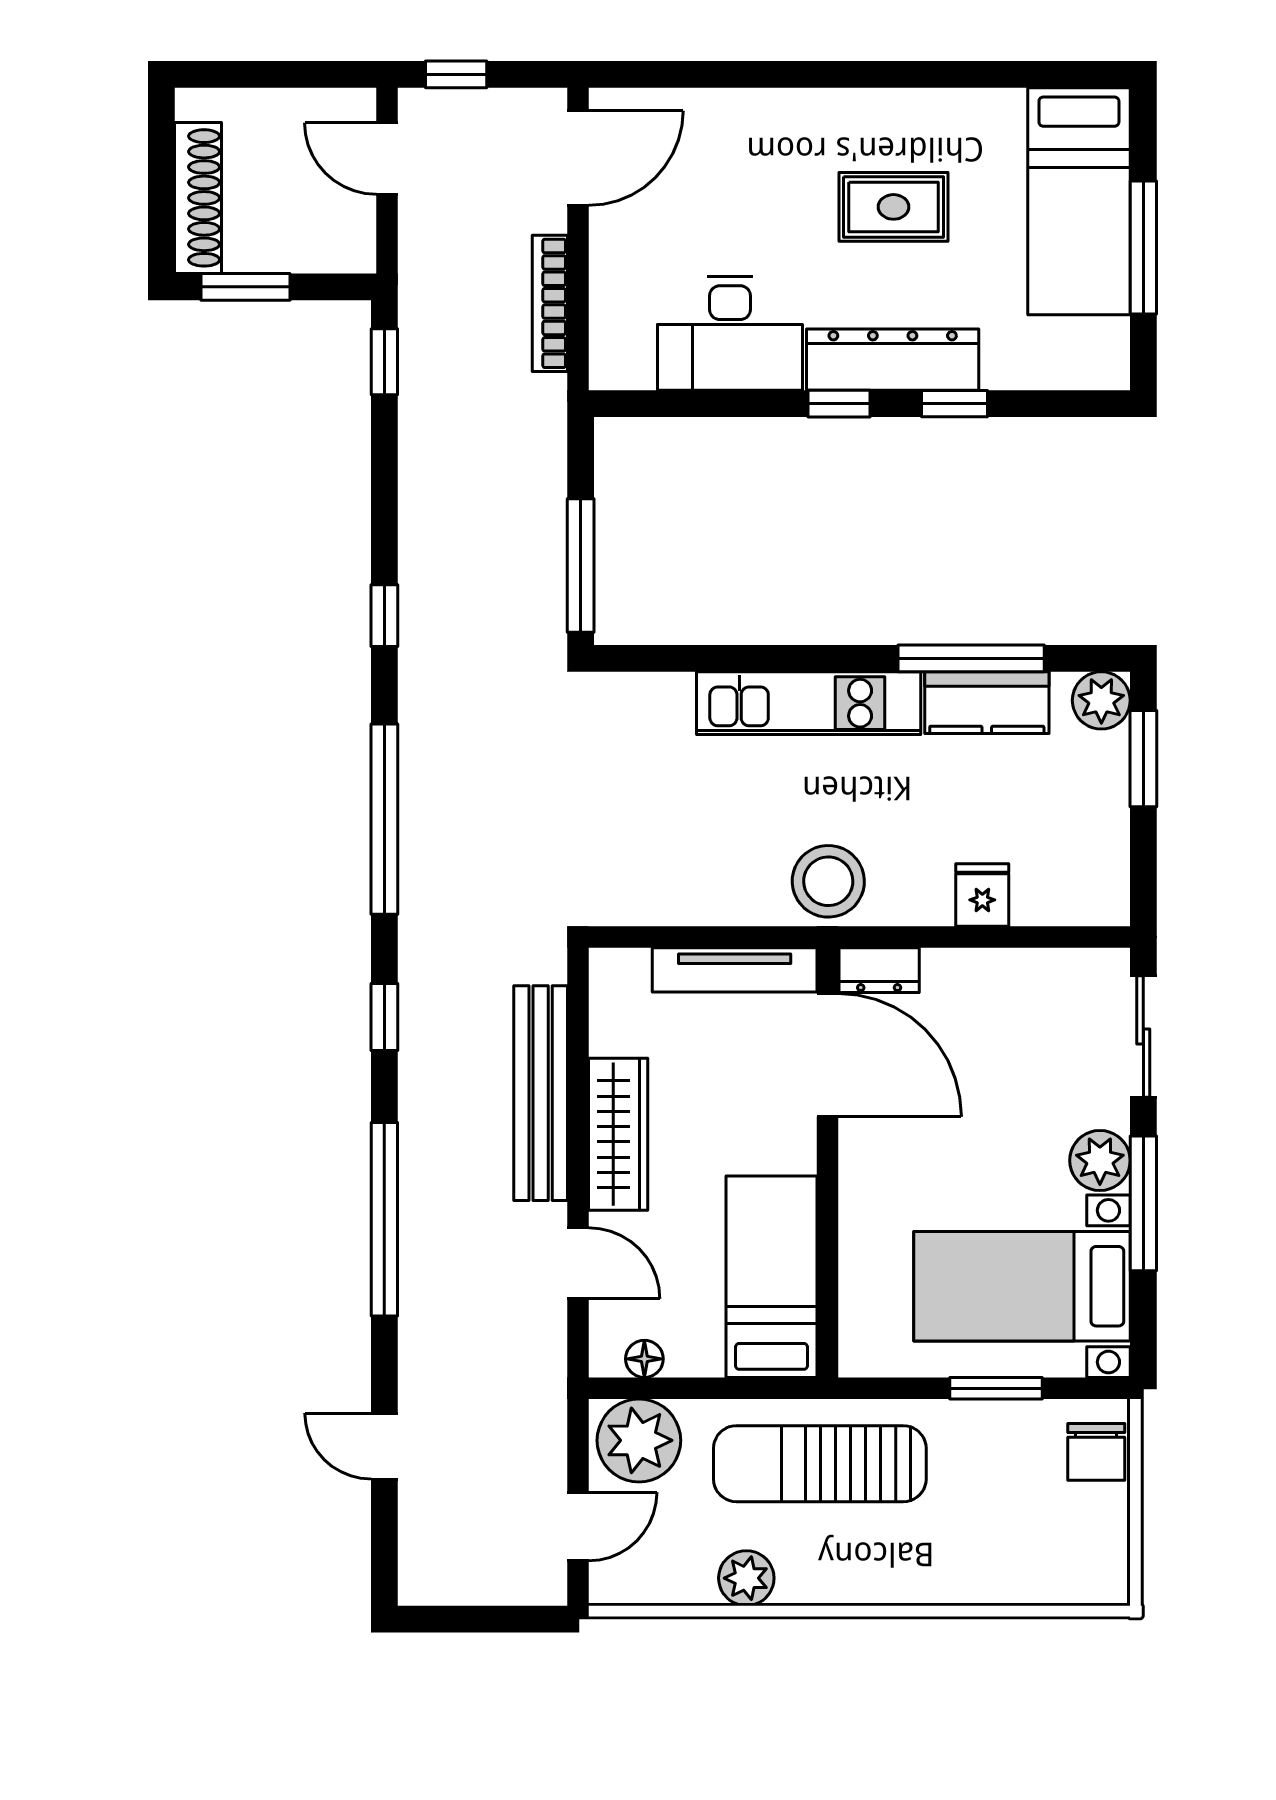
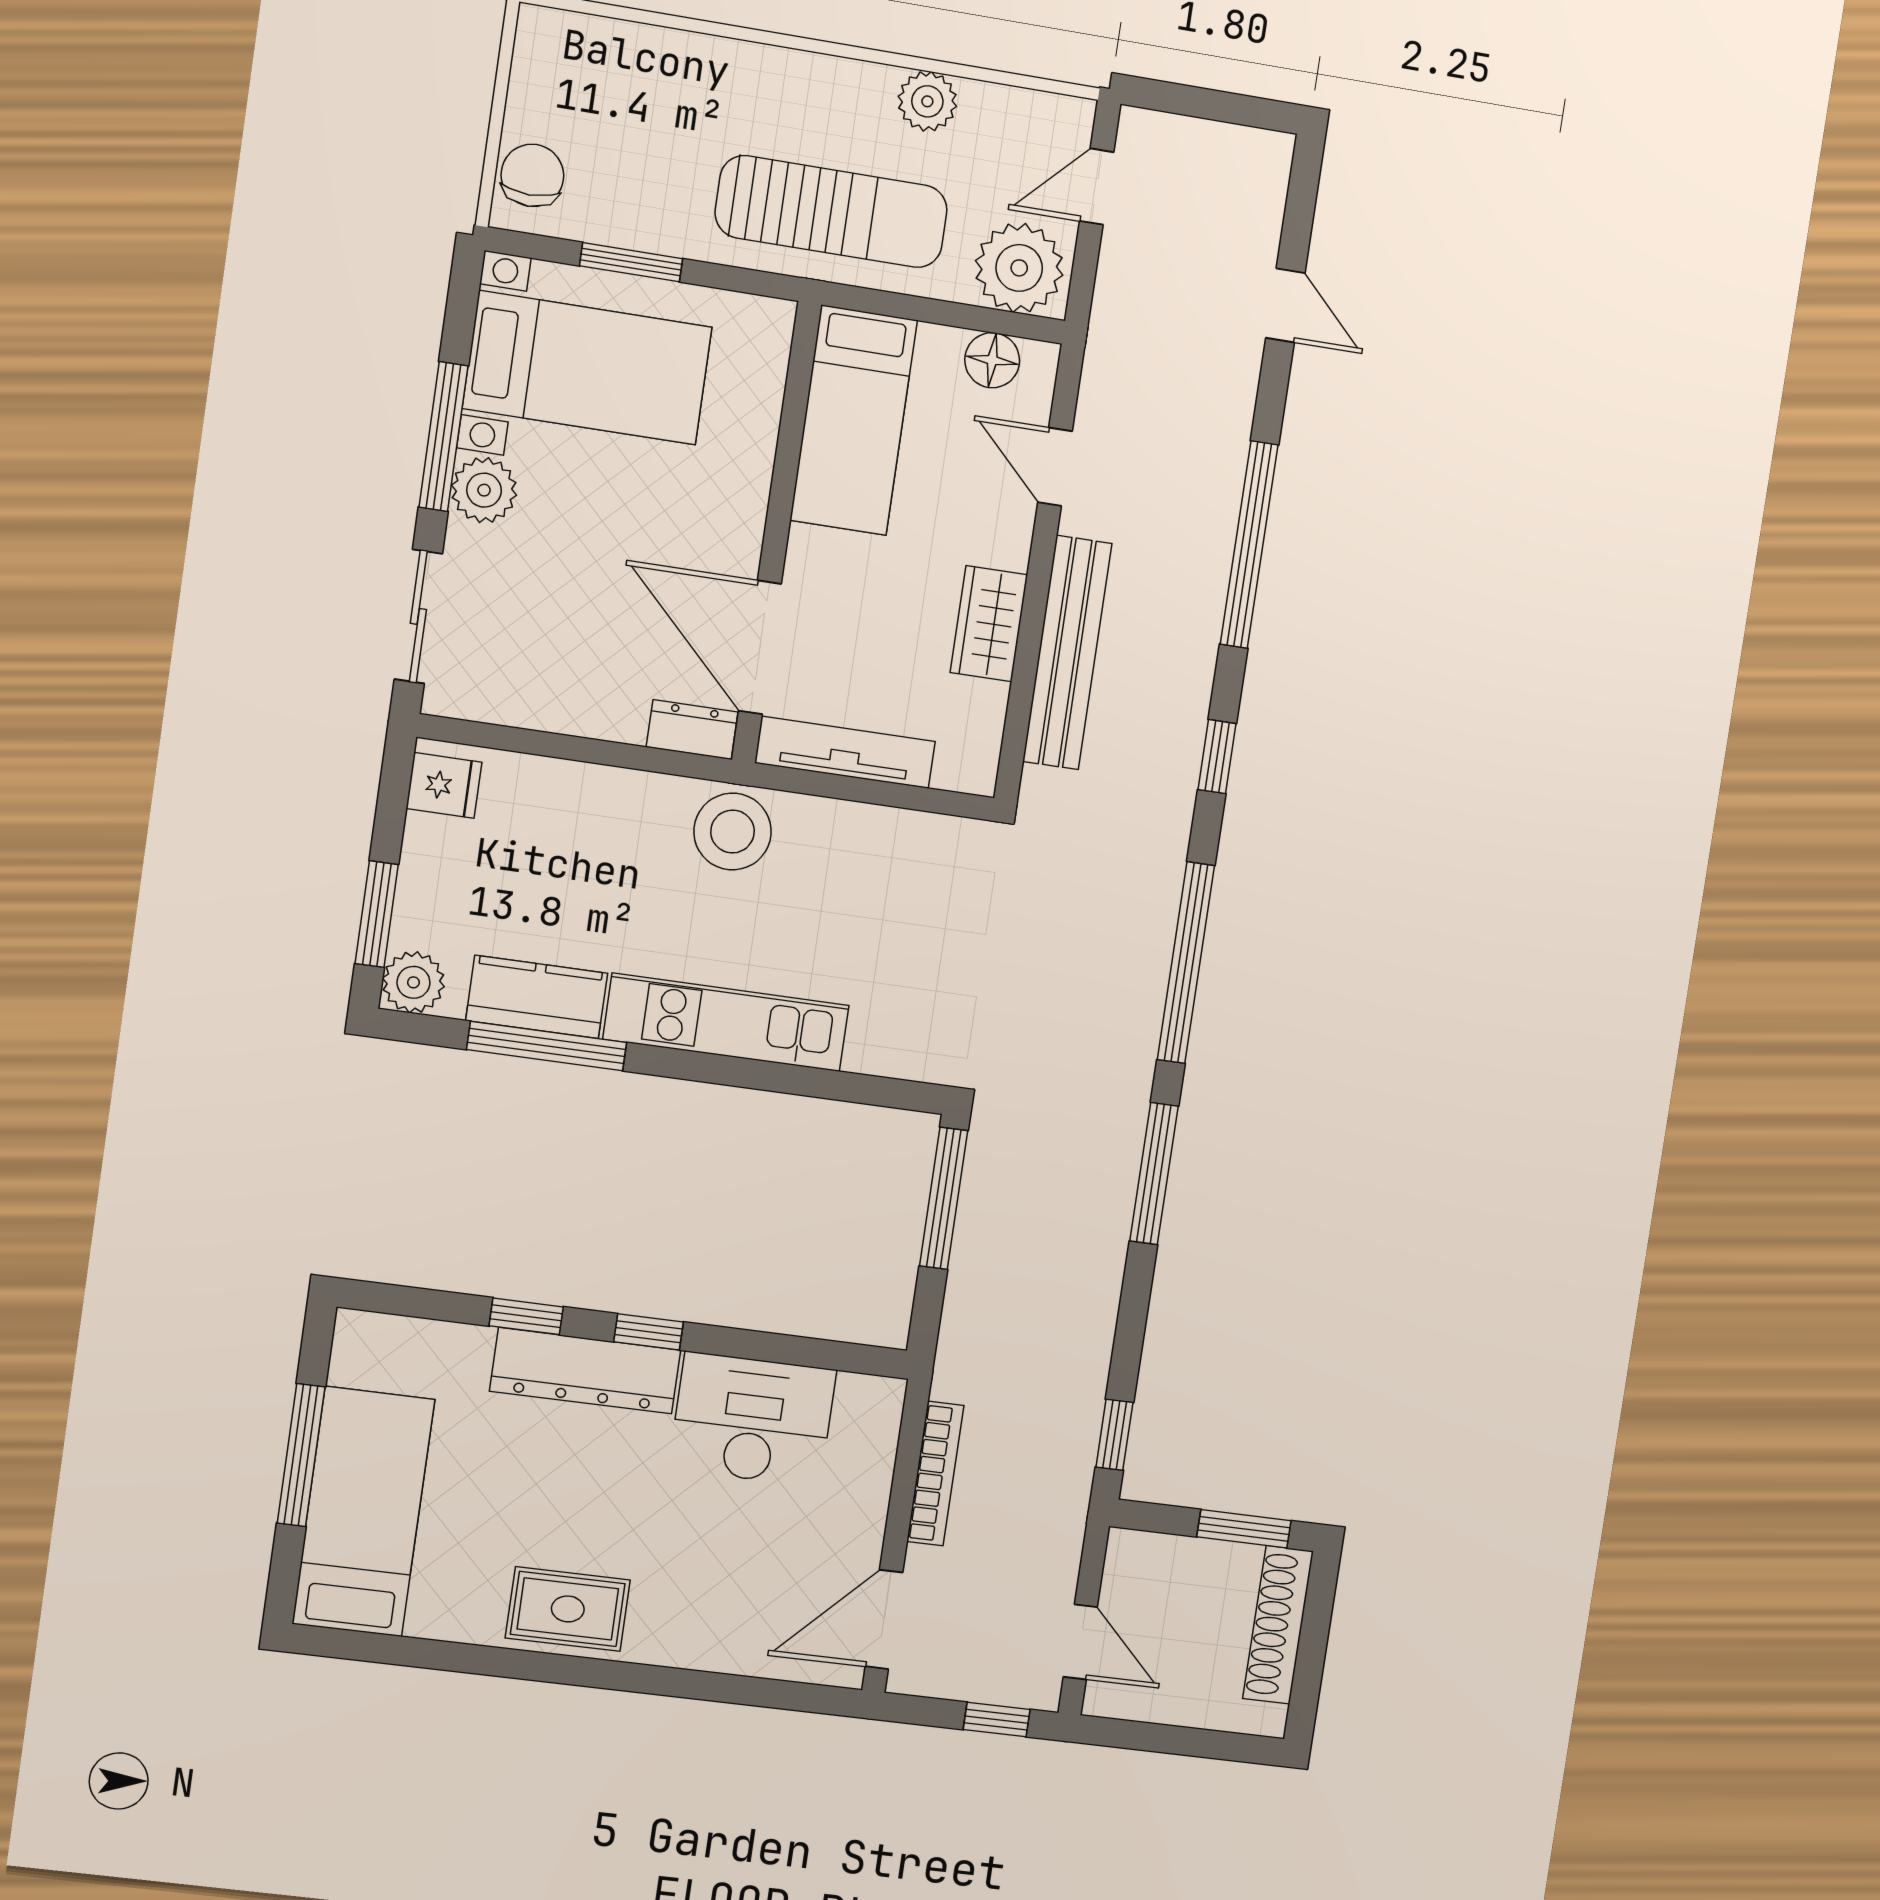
rug: (894, 207) -> (568, 1609), moved
window: (384, 616) -> (1154, 1174), width x2.17
fridge: (982, 895) -> (444, 785), moved, turned -90
wardrobe: (618, 1134) -> (989, 624), width x0.67
floor lamp: (644, 1359) -> (992, 360), width x1.37, depth x1.37

